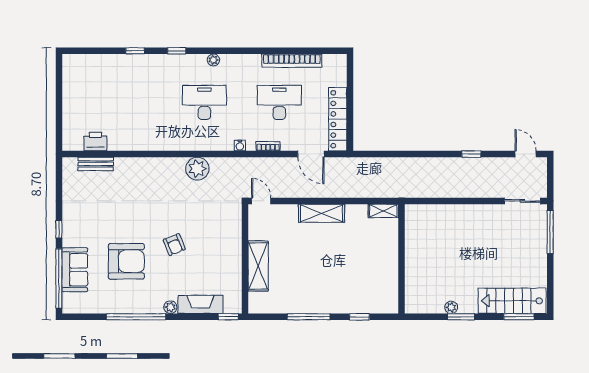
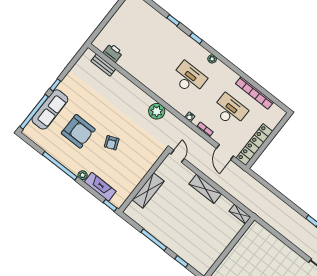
sofa: (75, 270) -> (50, 109), width x1.36

